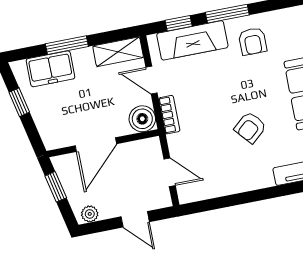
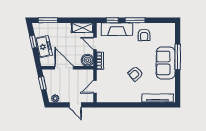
window: (67, 45) -> (48, 20), moved
freezer: (51, 69) -> (44, 47), moved, turned -102
door: (96, 145) -> (64, 68), swing flipped
door: (170, 172) -> (95, 87), swing flipped

